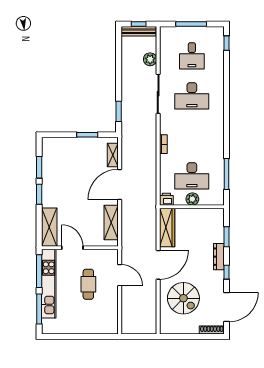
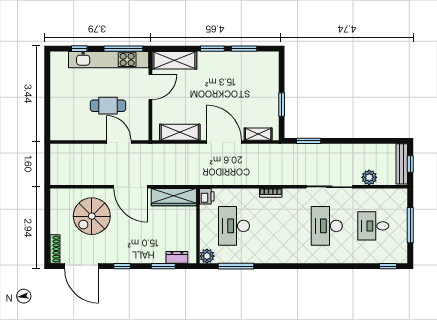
plant: (192, 199) -> (207, 256), moved
dresser: (219, 257) -> (177, 257), moved, width x0.70
door: (120, 275) -> (119, 142), swing flipped
window: (39, 309) -> (79, 49), width x0.46

